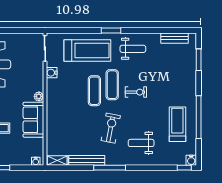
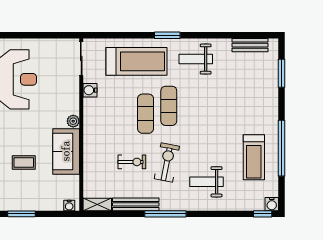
weight bench: (133, 49) -> (196, 59), turned 180
exercise bike: (136, 92) -> (132, 162), moved
treadmill: (177, 124) -> (254, 157), turned 180

